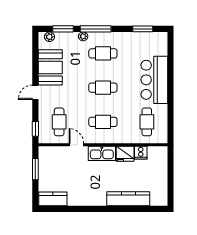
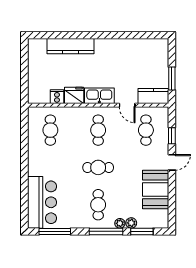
window: (143, 29) -> (55, 231), width x1.44
plant: (49, 37) -> (131, 223), moved
cafe table: (103, 53) -> (98, 205), turned 90
bar counter: (154, 80) -> (42, 202), moved
cafe table: (103, 122) -> (98, 130), turned 90
window: (35, 129) -> (172, 136), moved
kitchen counter: (53, 199) -> (153, 96), moved, turned 180

